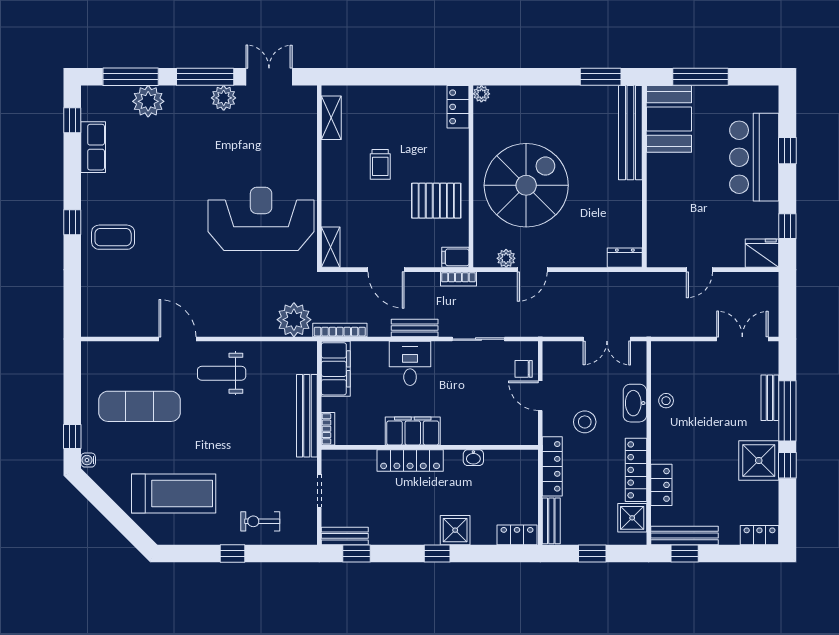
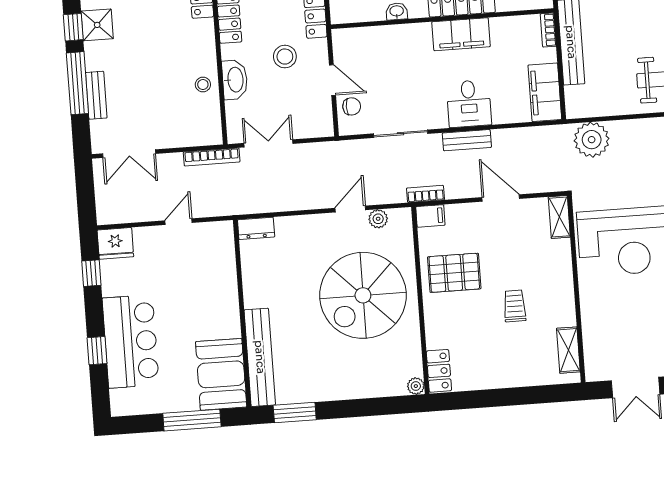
bookcase: (340, 330) -> (212, 157), moved
shower: (759, 461) -> (97, 25), width x0.73, depth x0.73

